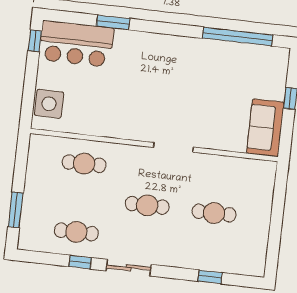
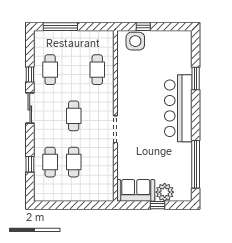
window: (35, 41) -> (143, 27), moved
bar counter: (76, 44) -> (178, 108), moved, width x1.36
plant: (273, 86) -> (165, 192), added
window: (16, 210) -> (60, 27), width x1.44
cafe table: (210, 247) -> (50, 162), added

